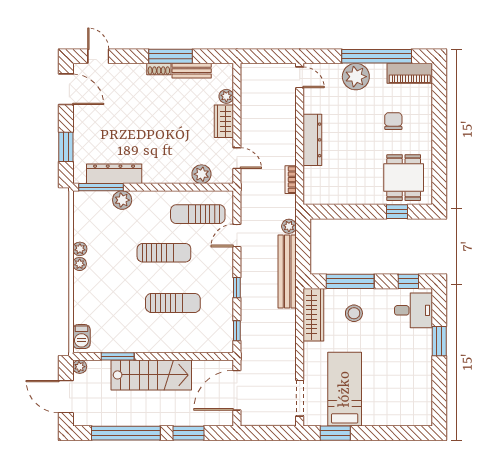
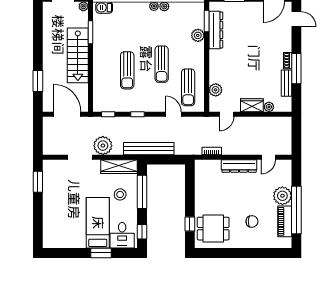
door: (98, 56) -> (296, 19), hinge flipped
piano: (410, 73) -> (285, 221), moved
door: (300, 77) -> (268, 157), moved
window: (101, 187) -> (207, 21), width x0.69
sun lounger: (198, 214) -> (188, 87), turned 180
plant: (289, 226) -> (103, 146), moved, width x1.88, depth x1.88
bed: (345, 389) -> (98, 223), moved, turned -90
doorway: (300, 398) -> (80, 157), moved
window: (126, 433) -> (38, 38), removed

